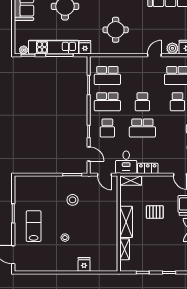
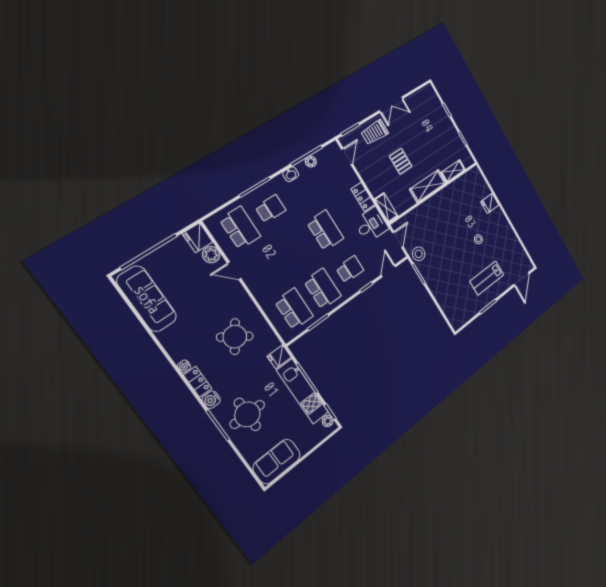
round table: (116, 30) -> (235, 337), turned 34
school desk: (142, 102) -> (297, 249), removed
stool: (73, 200) -> (419, 254), moved

